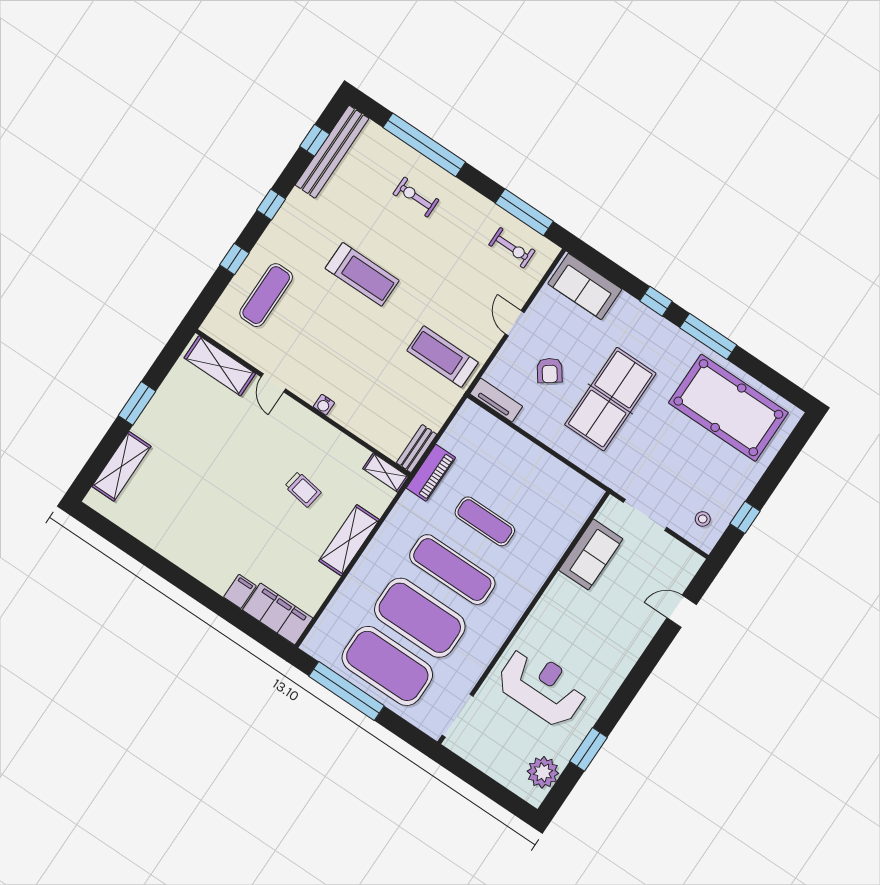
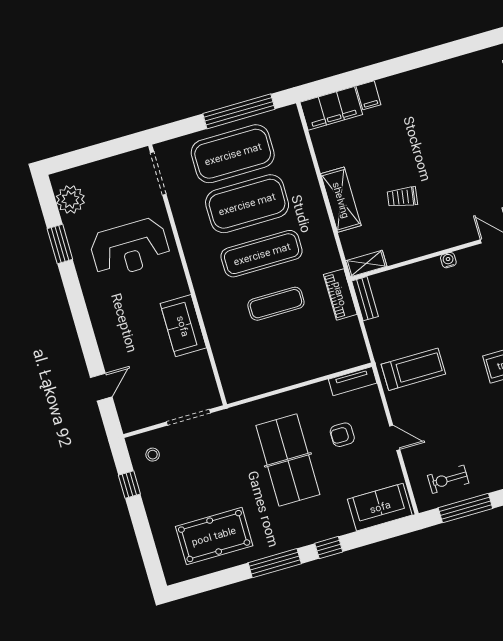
armchair: (550, 371) -> (342, 435), turned -54
pool table: (728, 408) -> (214, 536), width x0.73, depth x0.76
sofa: (591, 554) -> (183, 326), moved

